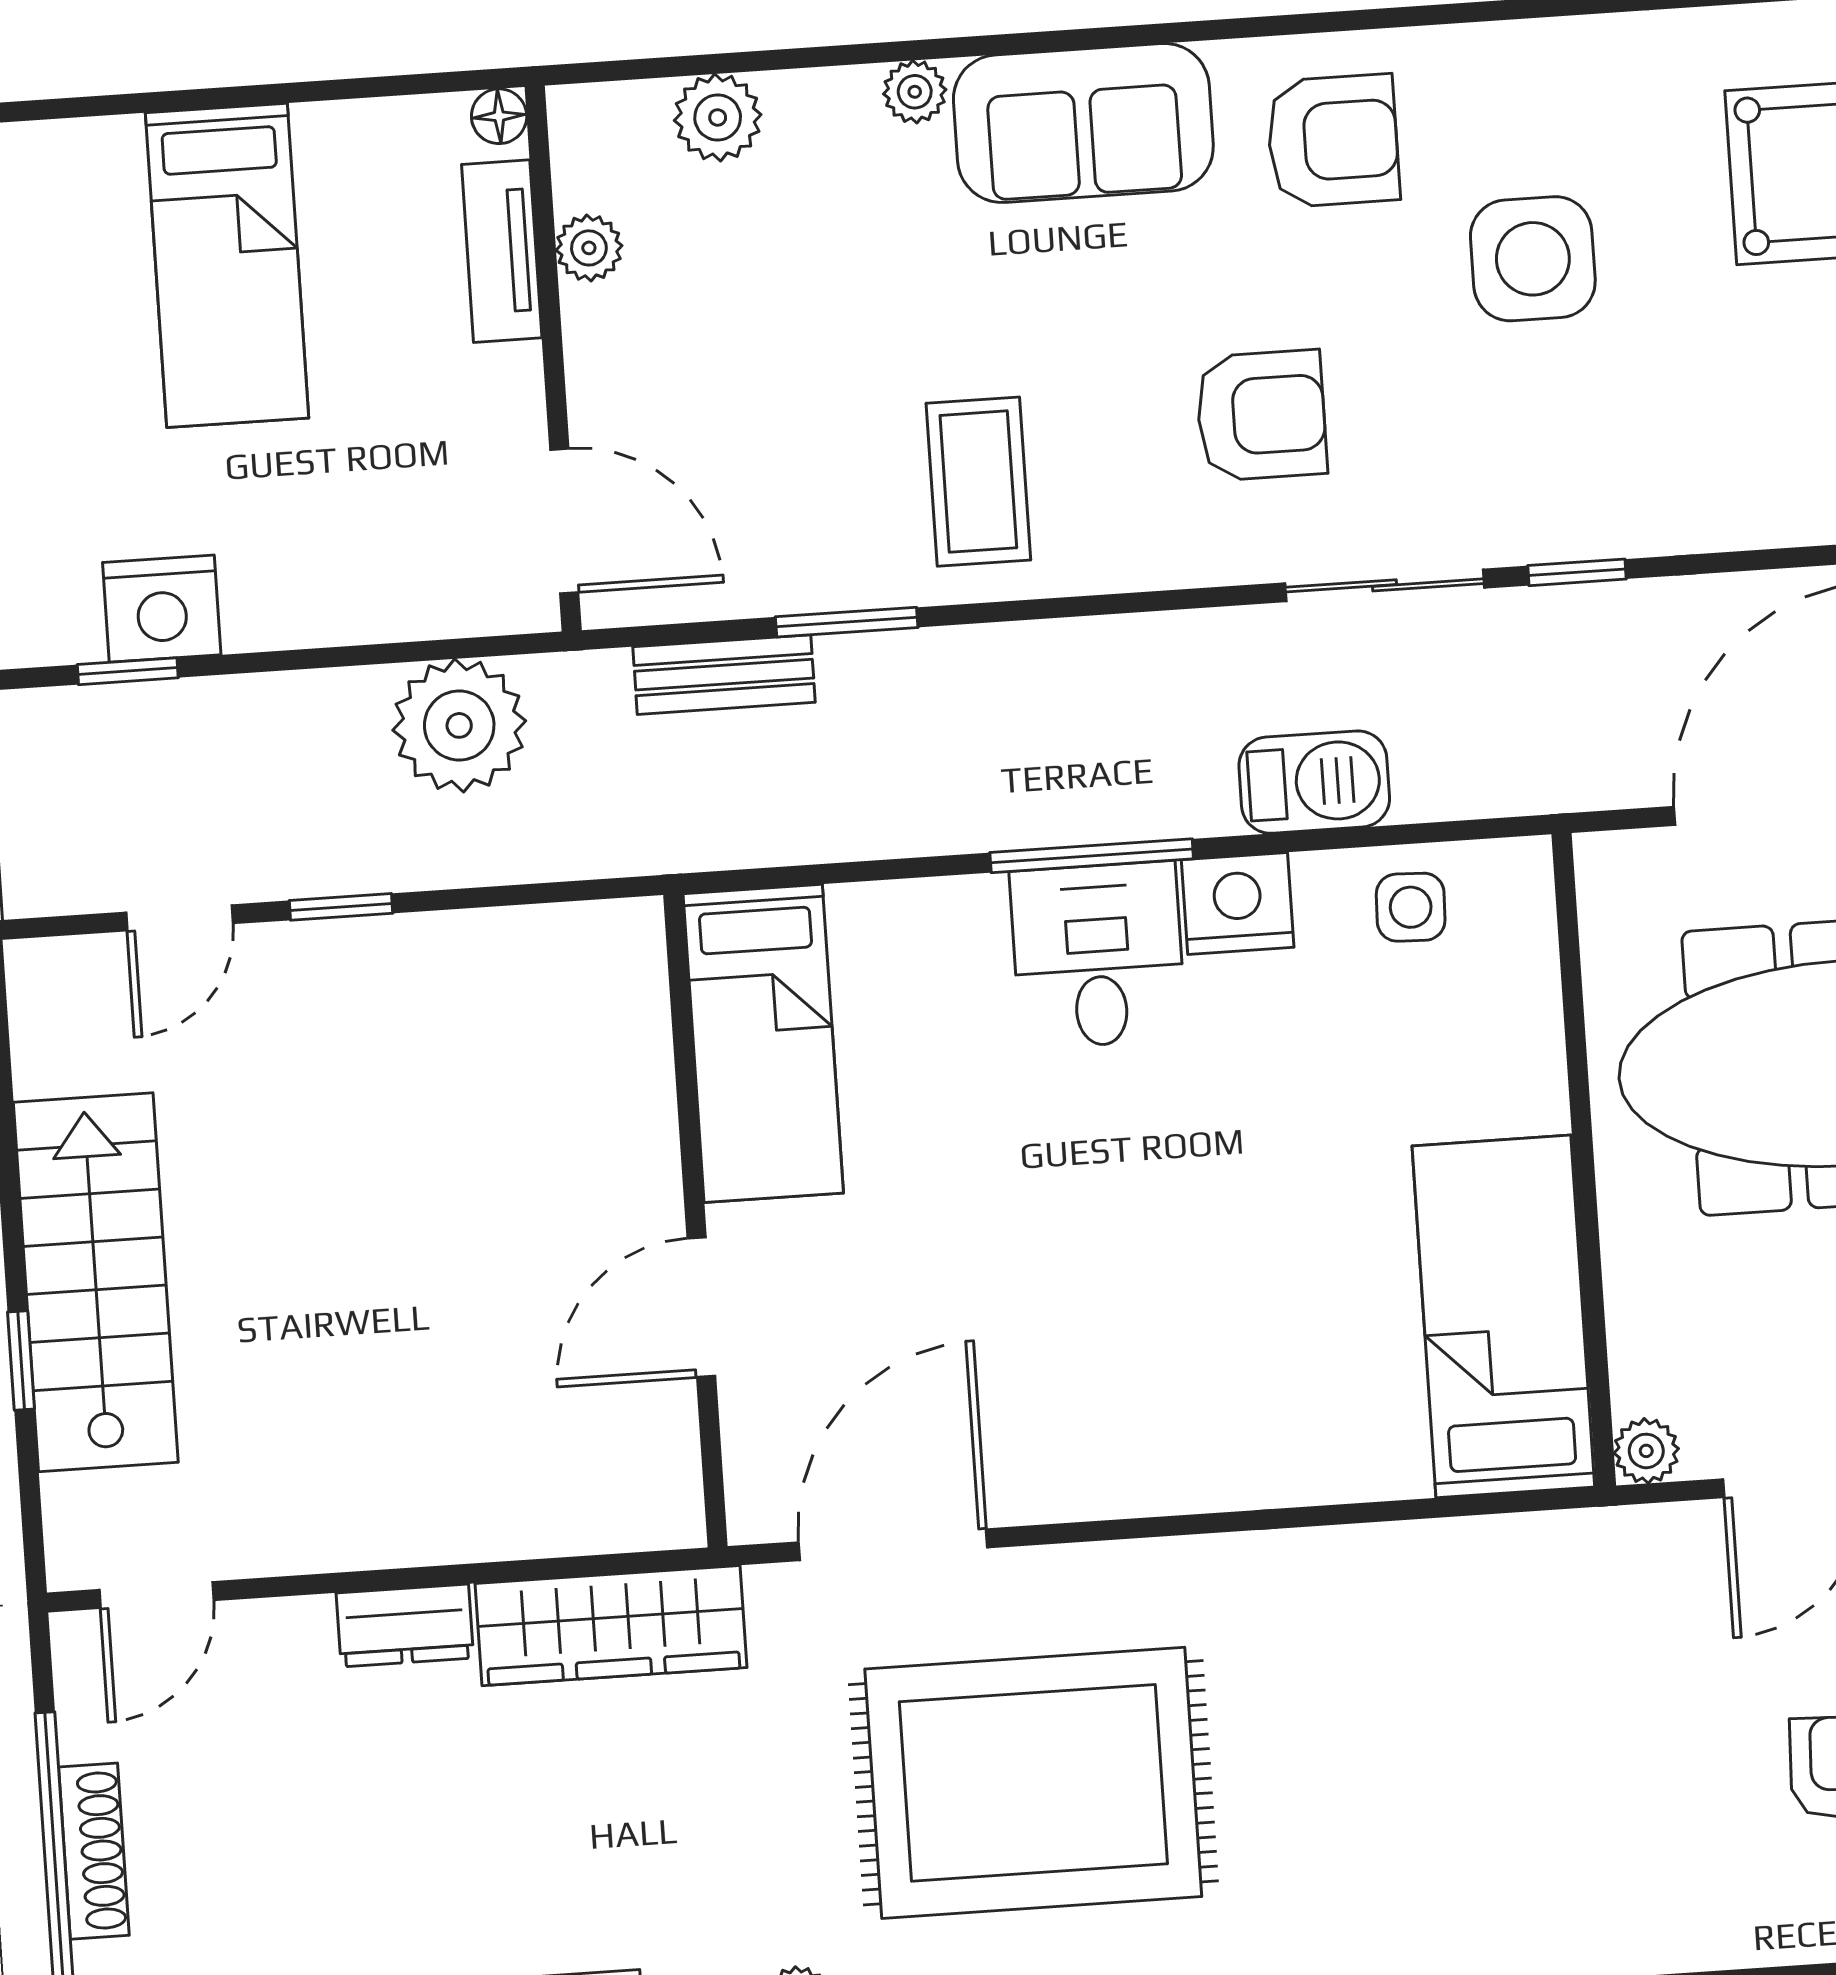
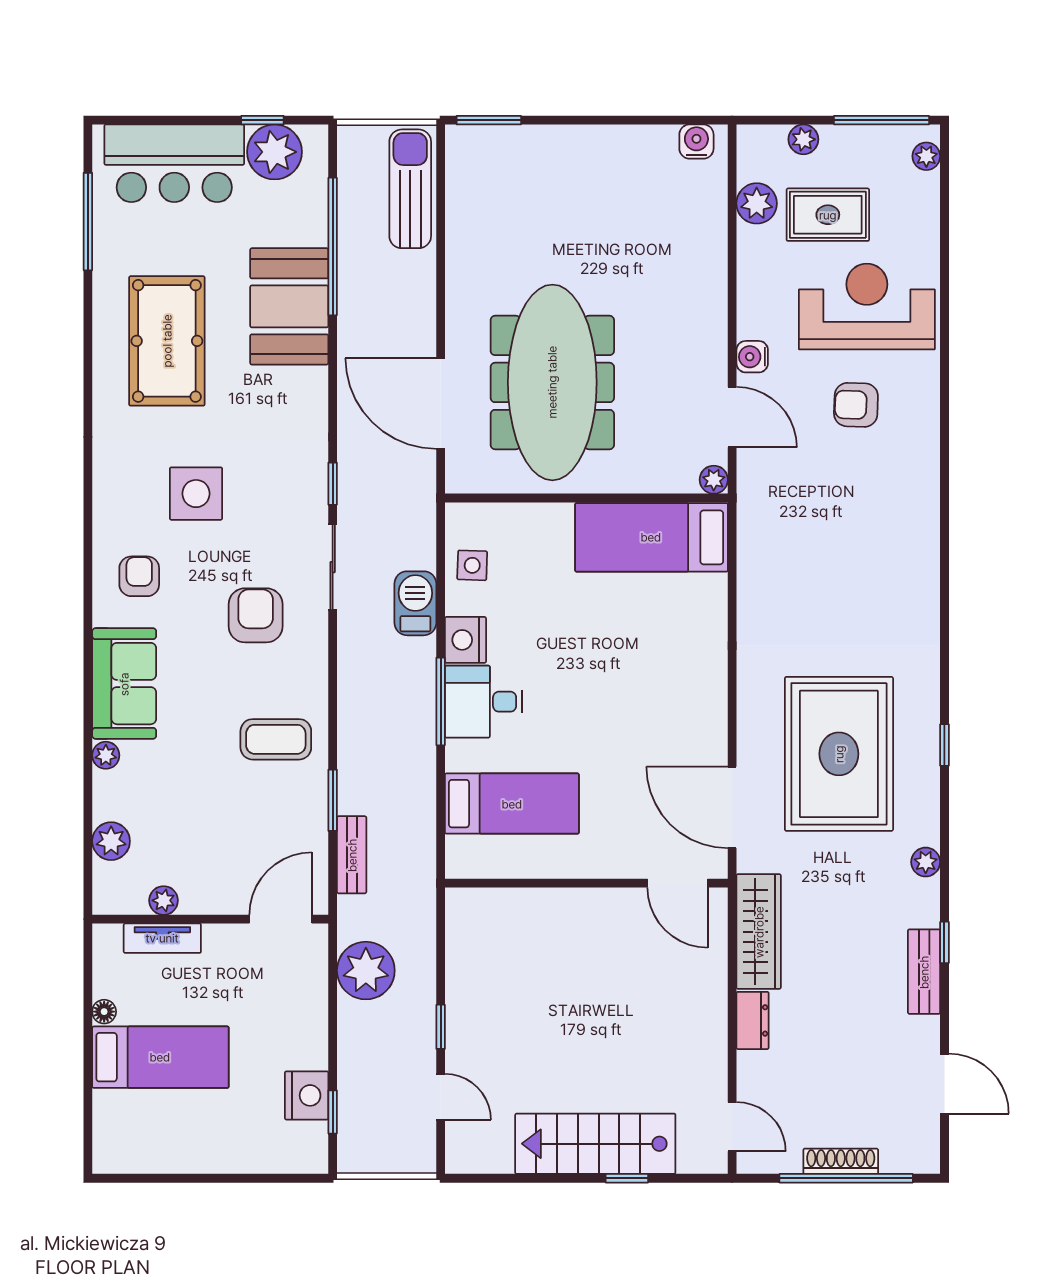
floor lamp: (499, 116) -> (104, 1012), moved
armchair: (1333, 141) -> (139, 576), width x0.72, depth x0.72
bed: (763, 1043) -> (512, 804), moved
door: (701, 1307) -> (678, 883), moved

